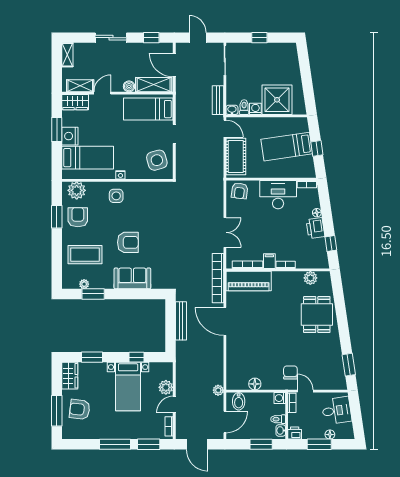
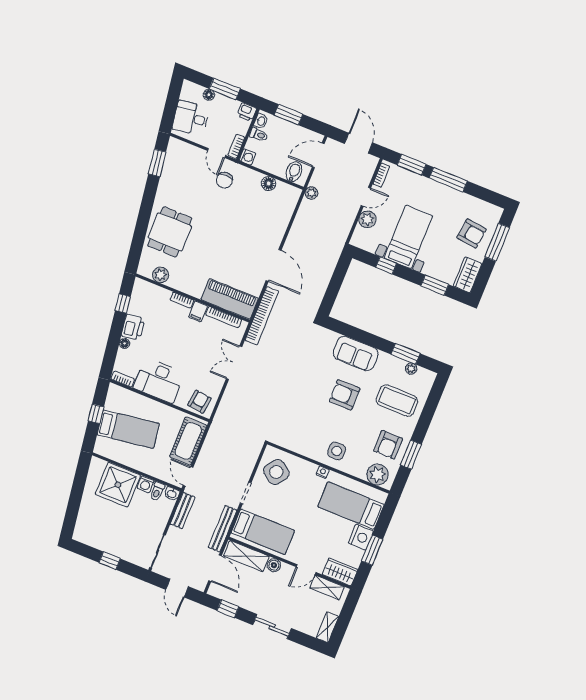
side table: (157, 160) -> (276, 472), turned -38
bench: (181, 321) -> (223, 529), moved

